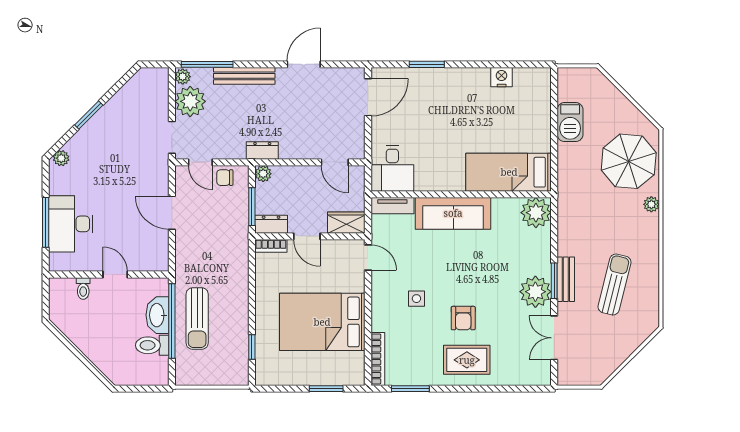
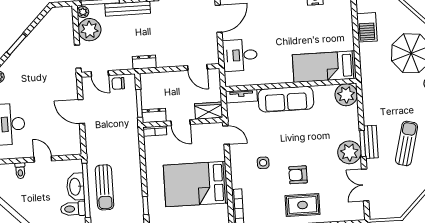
desk: (392, 168) -> (240, 55), moved, turned 90
plant: (263, 174) -> (146, 79), removed
armchair: (463, 318) -> (298, 175), turned 90

